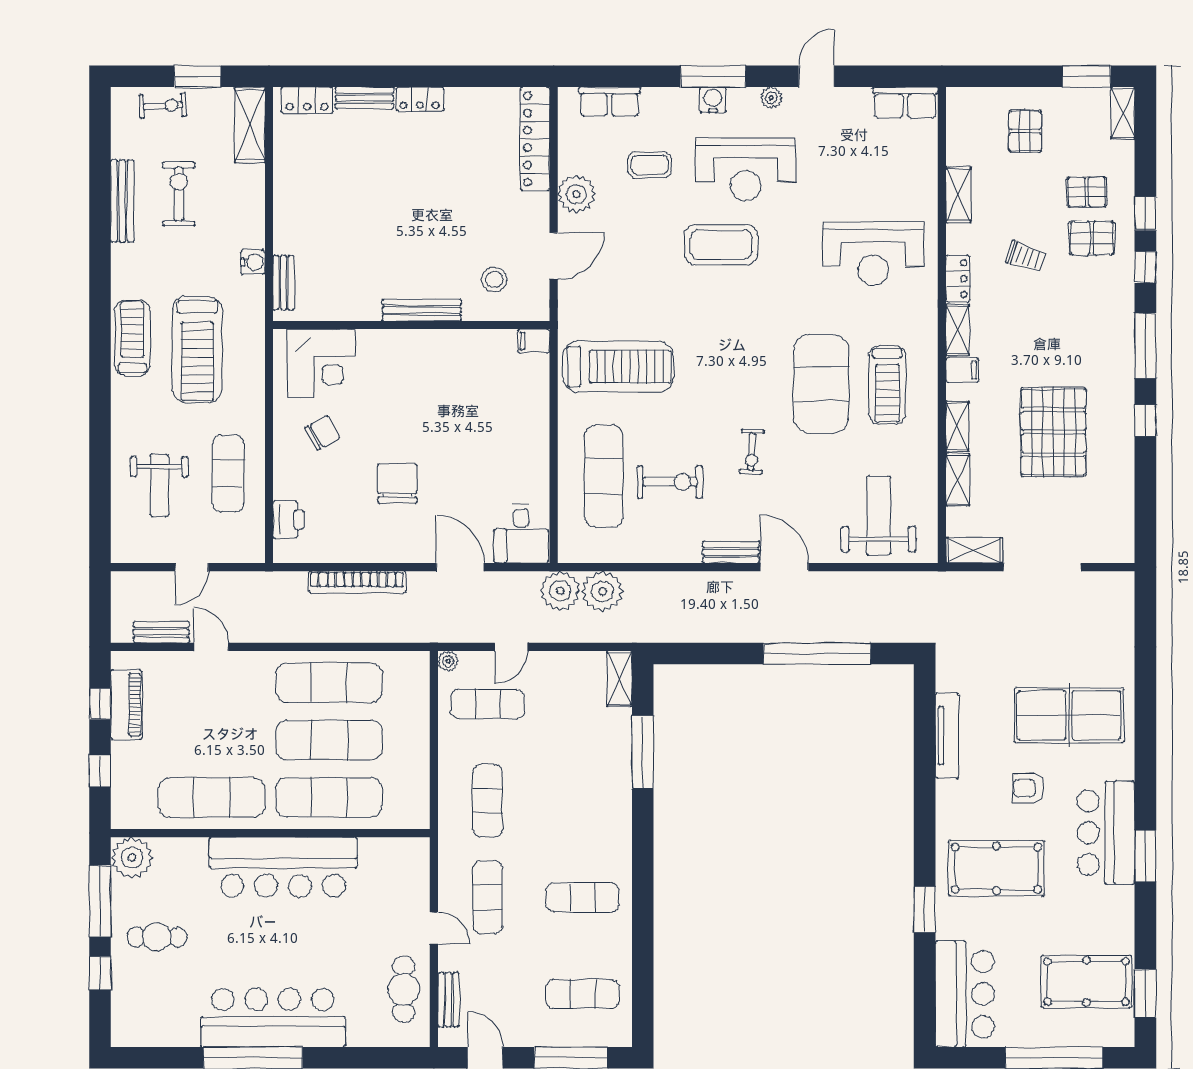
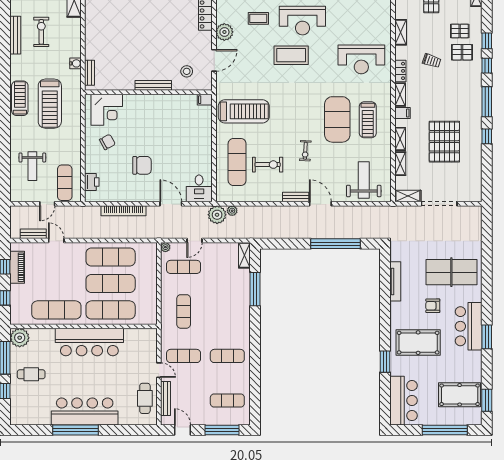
exercise mat: (228, 473) -> (65, 183), moved
chair: (397, 484) -> (142, 165), turned 90
plant: (602, 591) -> (232, 211), width x0.53, depth x0.53
exercise mat: (488, 897) -> (184, 356), turned 90
bench: (448, 1000) -> (165, 399), width x1.36

